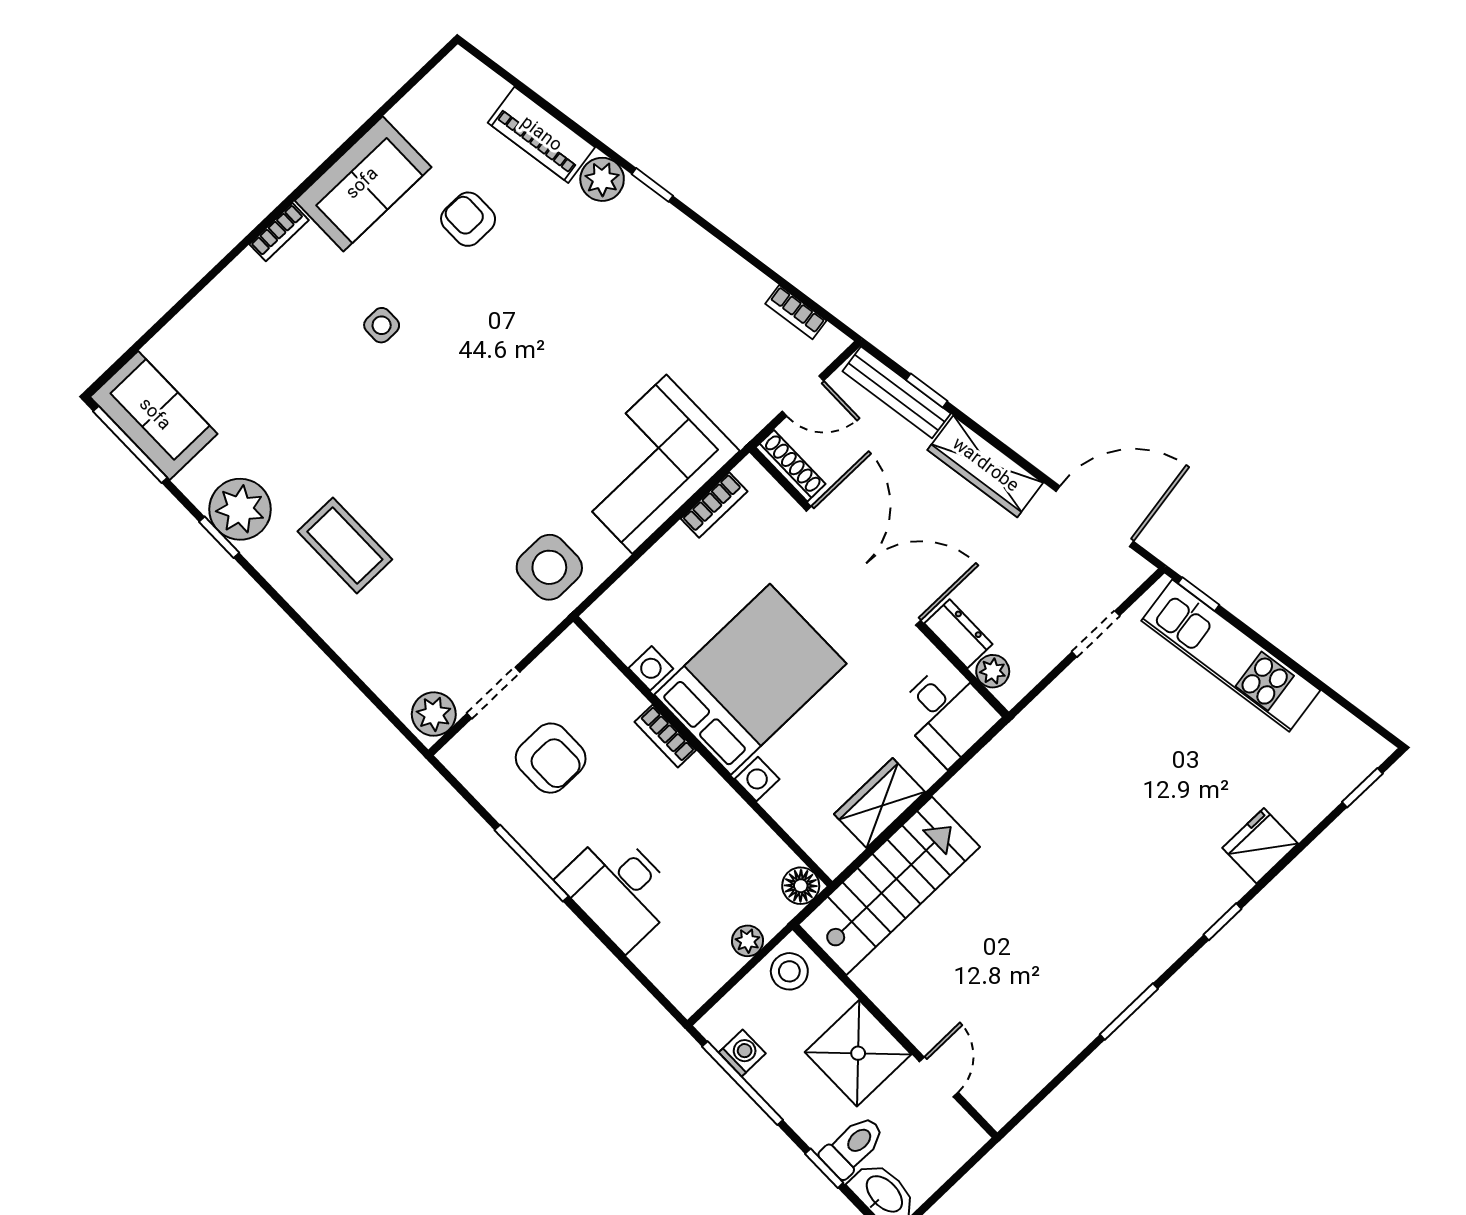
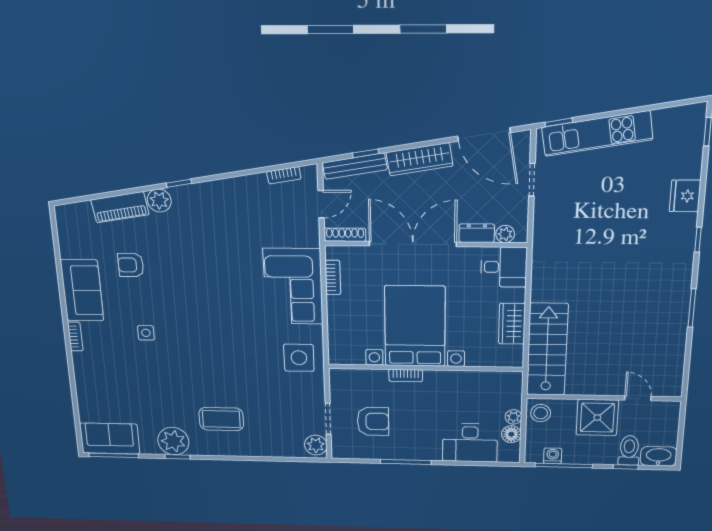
door: (1095, 516) -> (484, 134), swing flipped
floor lamp: (801, 886) -> (511, 434), moved
desk: (619, 889) -> (470, 443), moved

